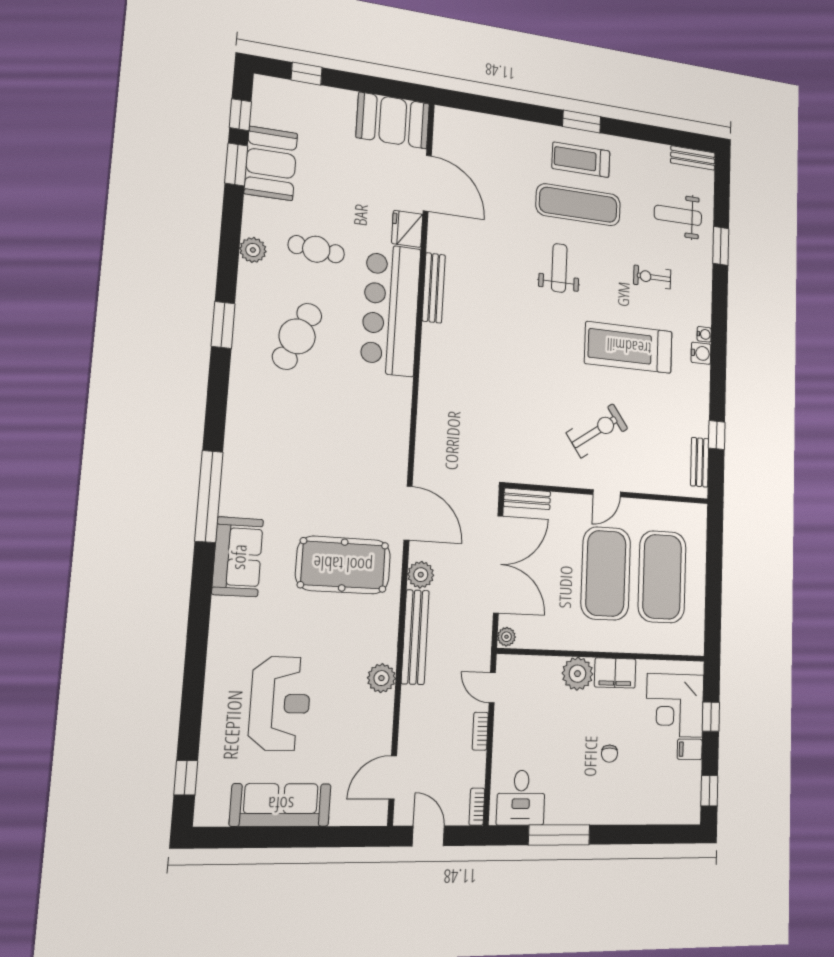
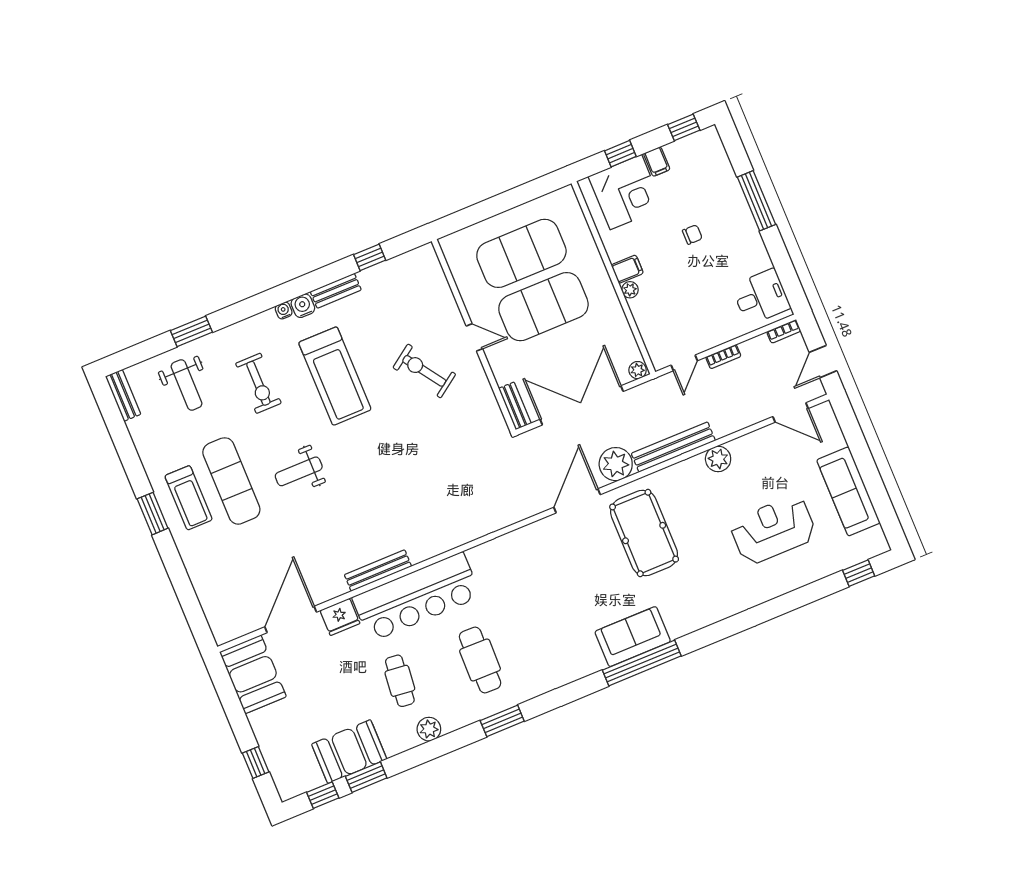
exercise bike: (652, 277) -> (258, 383), width x1.38, depth x1.39
cafe table: (297, 336) -> (480, 660), turned 67
bench: (700, 462) -> (336, 291), moved
sofa: (238, 557) -> (633, 637), moved
plant: (421, 575) -> (616, 464), width x1.36, depth x1.36
filing cabinet: (615, 673) -> (627, 269), width x0.50
plant: (577, 674) -> (630, 290), width x0.53, depth x0.53
window: (559, 835) -> (756, 201), moved

